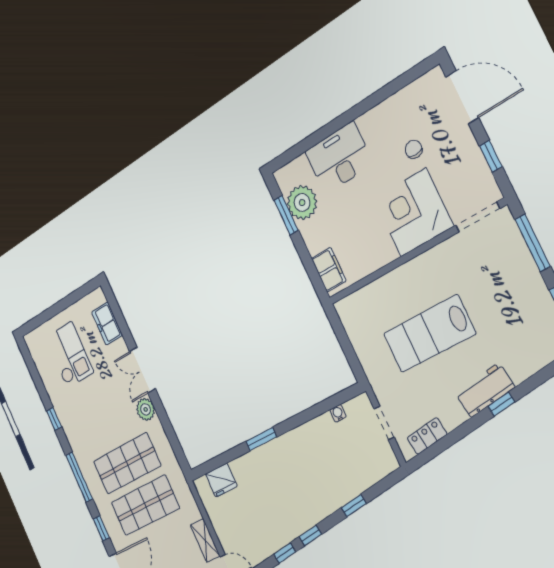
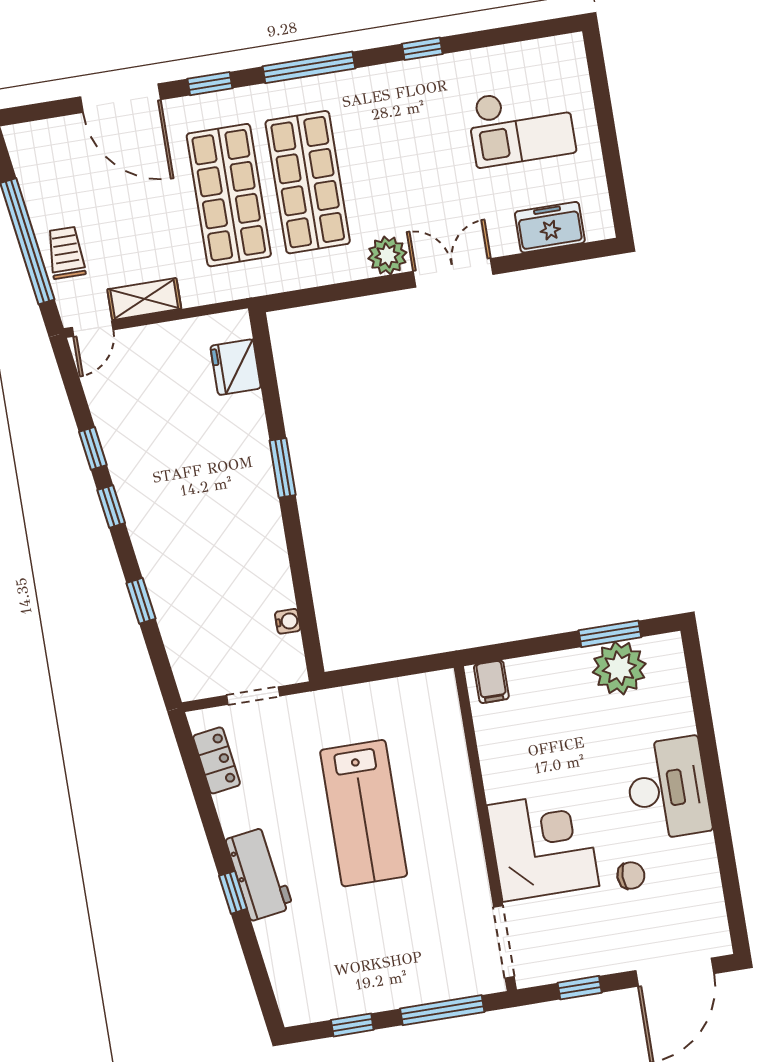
desk: (339, 158) -> (668, 789), moved
filing cabinet: (329, 270) -> (491, 682), width x0.50
lab bench: (429, 334) -> (364, 813), turned 180

